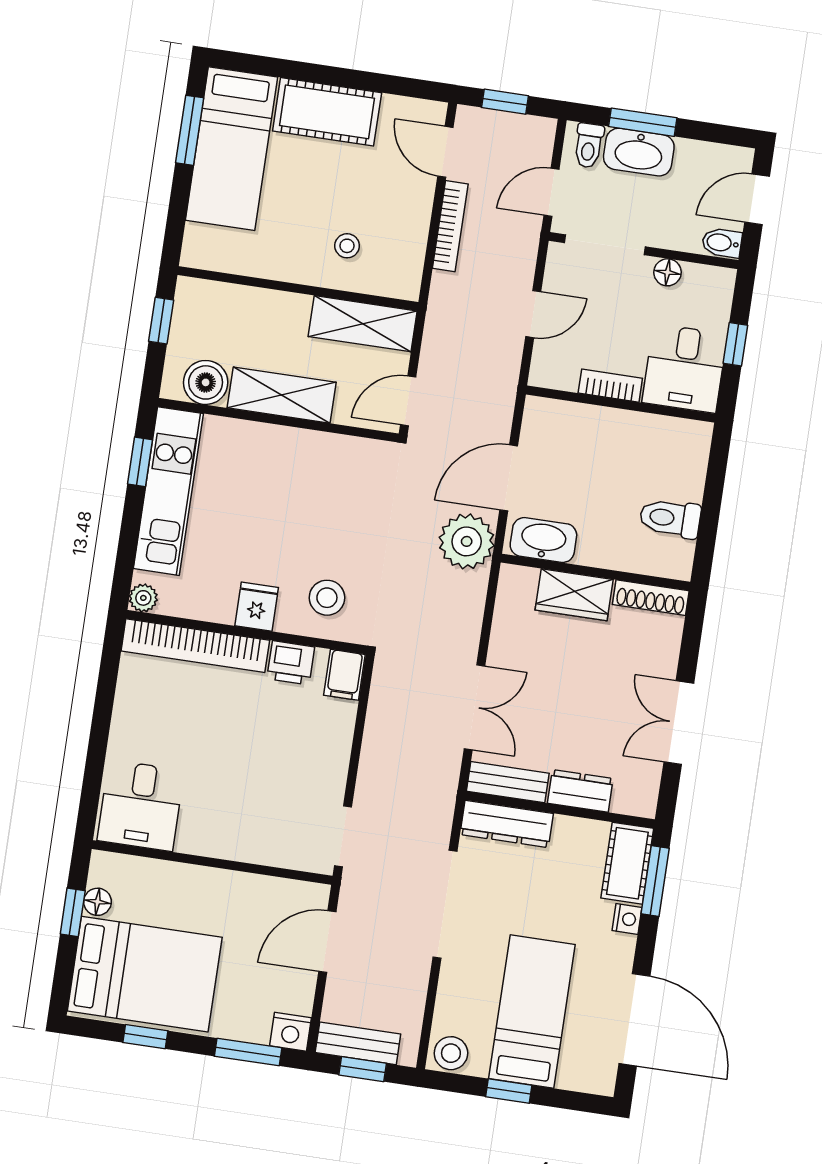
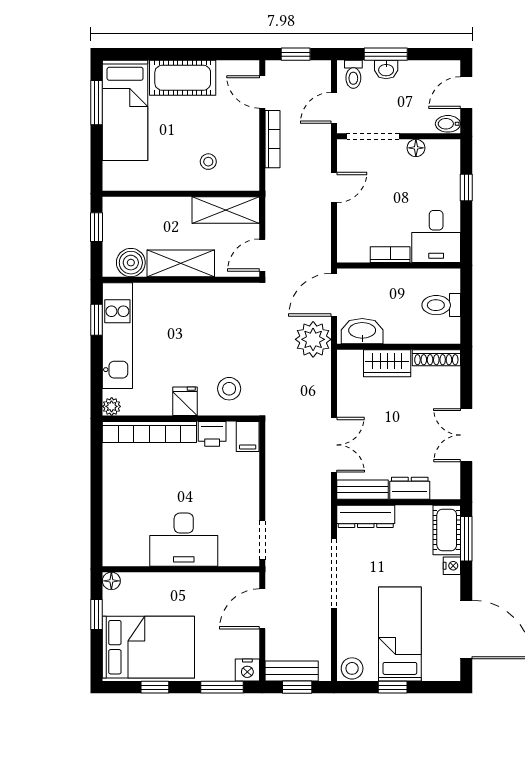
washbasin: (639, 152) -> (386, 70), width x0.52, depth x0.69
desk: (685, 368) -> (436, 236), moved
bookcase: (610, 386) -> (390, 255), moved
wall: (621, 404) -> (399, 265), moved
desk: (141, 806) -> (184, 540), moved, width x1.37
floor lamp: (98, 902) -> (111, 581), moved

